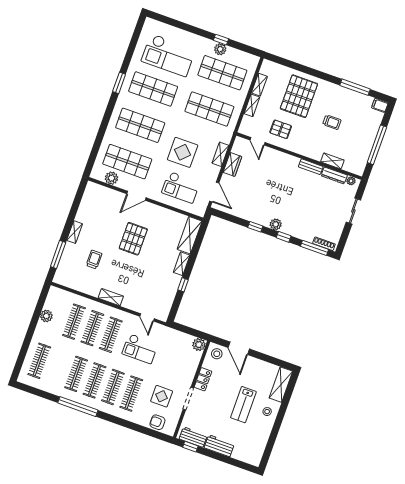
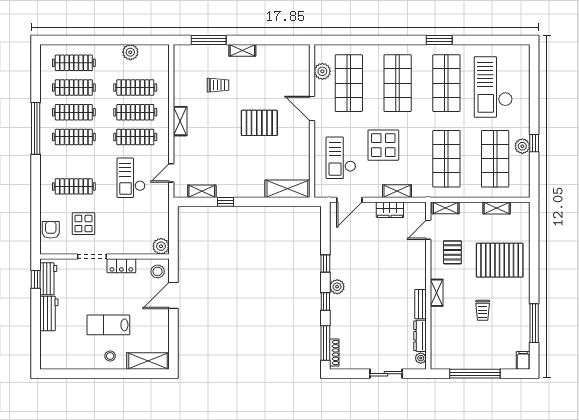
shelving: (252, 105) -> (446, 208), moved
shelving: (332, 161) -> (437, 293), moved
shelving: (182, 264) -> (202, 191), moved
clothes rail: (113, 387) -> (74, 88), moved

